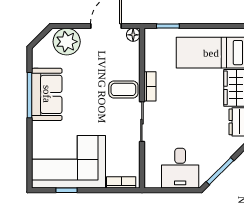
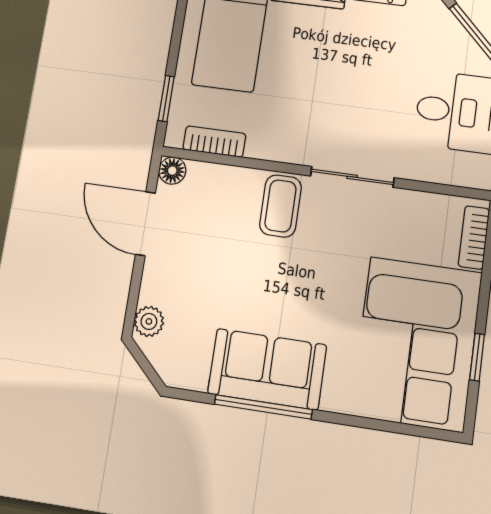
plant: (67, 42) -> (149, 321), width x0.53, depth x0.53
bookcase: (150, 86) -> (214, 142), moved

